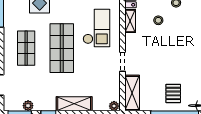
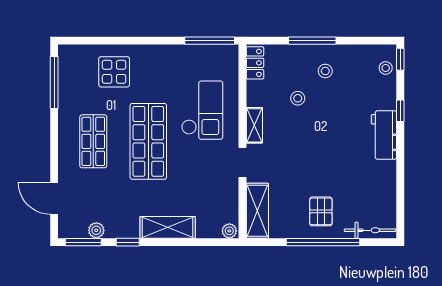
shelving: (130, 21) -> (254, 125), moved

